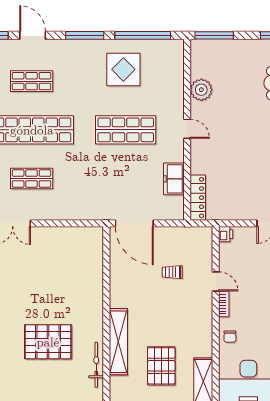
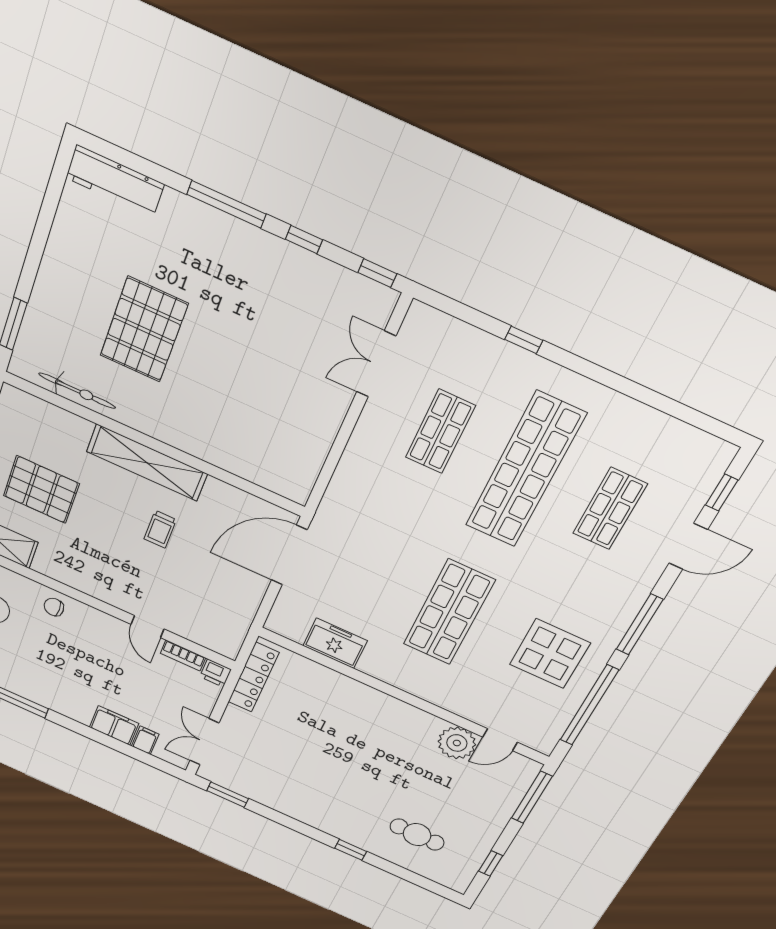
door: (187, 129) -> (500, 740), moved
locker: (198, 198) -> (253, 677), moved, turned -90
trolley: (172, 272) -> (160, 529), moved, turned 180
door: (216, 281) -> (147, 627), hinge flipped
bookcase: (224, 304) -> (183, 655), moved
shelving: (118, 342) -> (147, 463), moved

